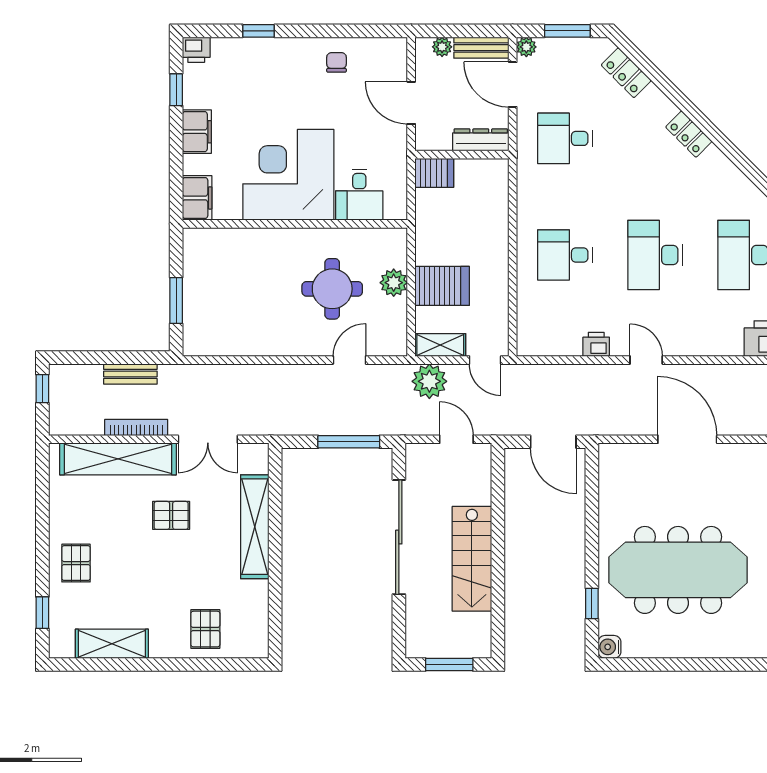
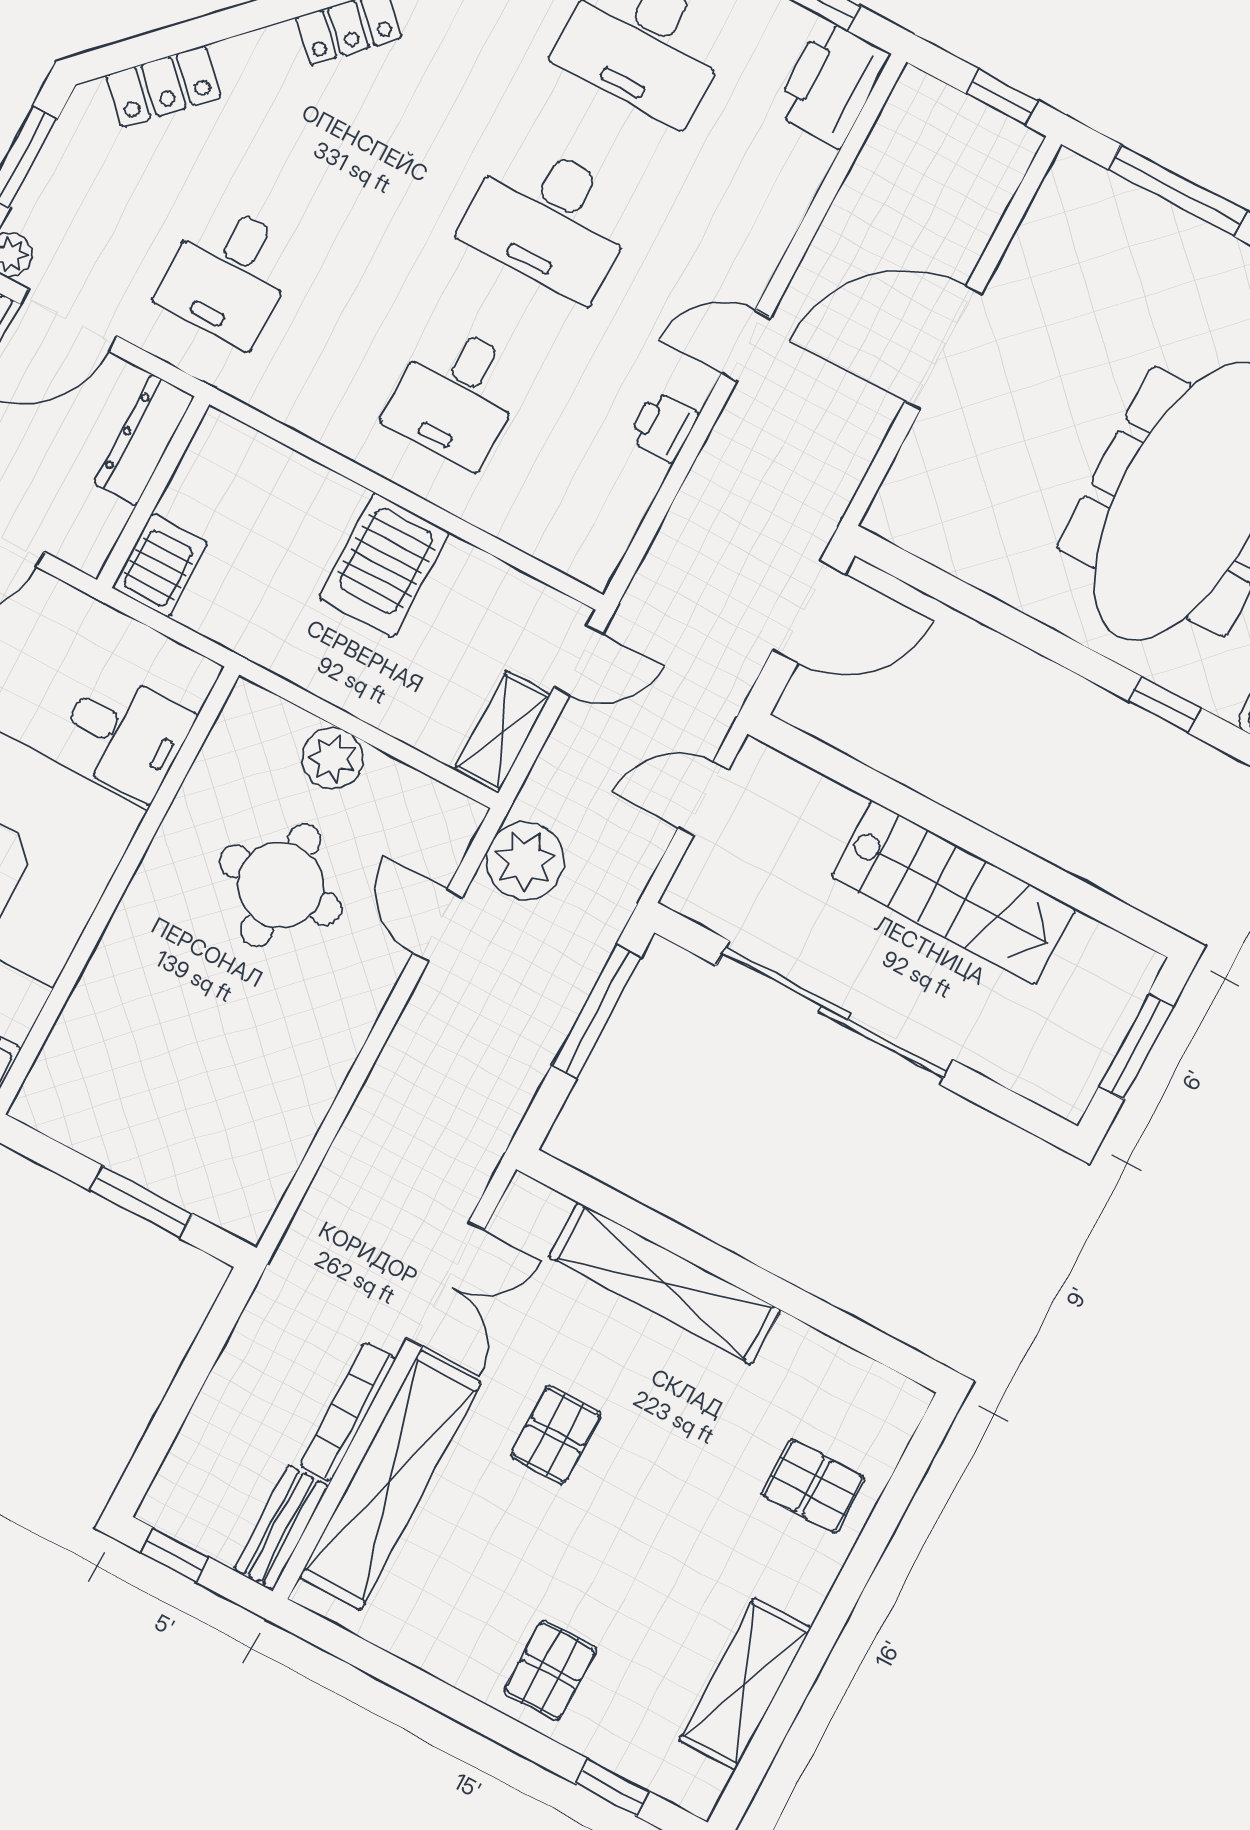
server rack: (442, 286) -> (384, 565), moved, turned 180
bench: (130, 374) -> (281, 1527), moved
plant: (429, 381) -> (525, 861), moved
pallet: (76, 563) -> (550, 1670), turned 90

